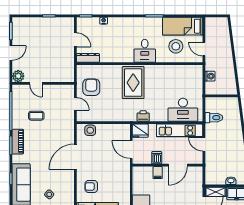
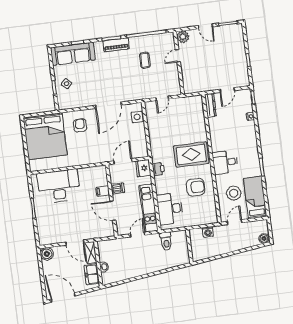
boiler: (223, 23) -> (264, 239), added
armchair: (91, 87) -> (195, 187), moved
door: (75, 157) -> (108, 105), swing flipped

